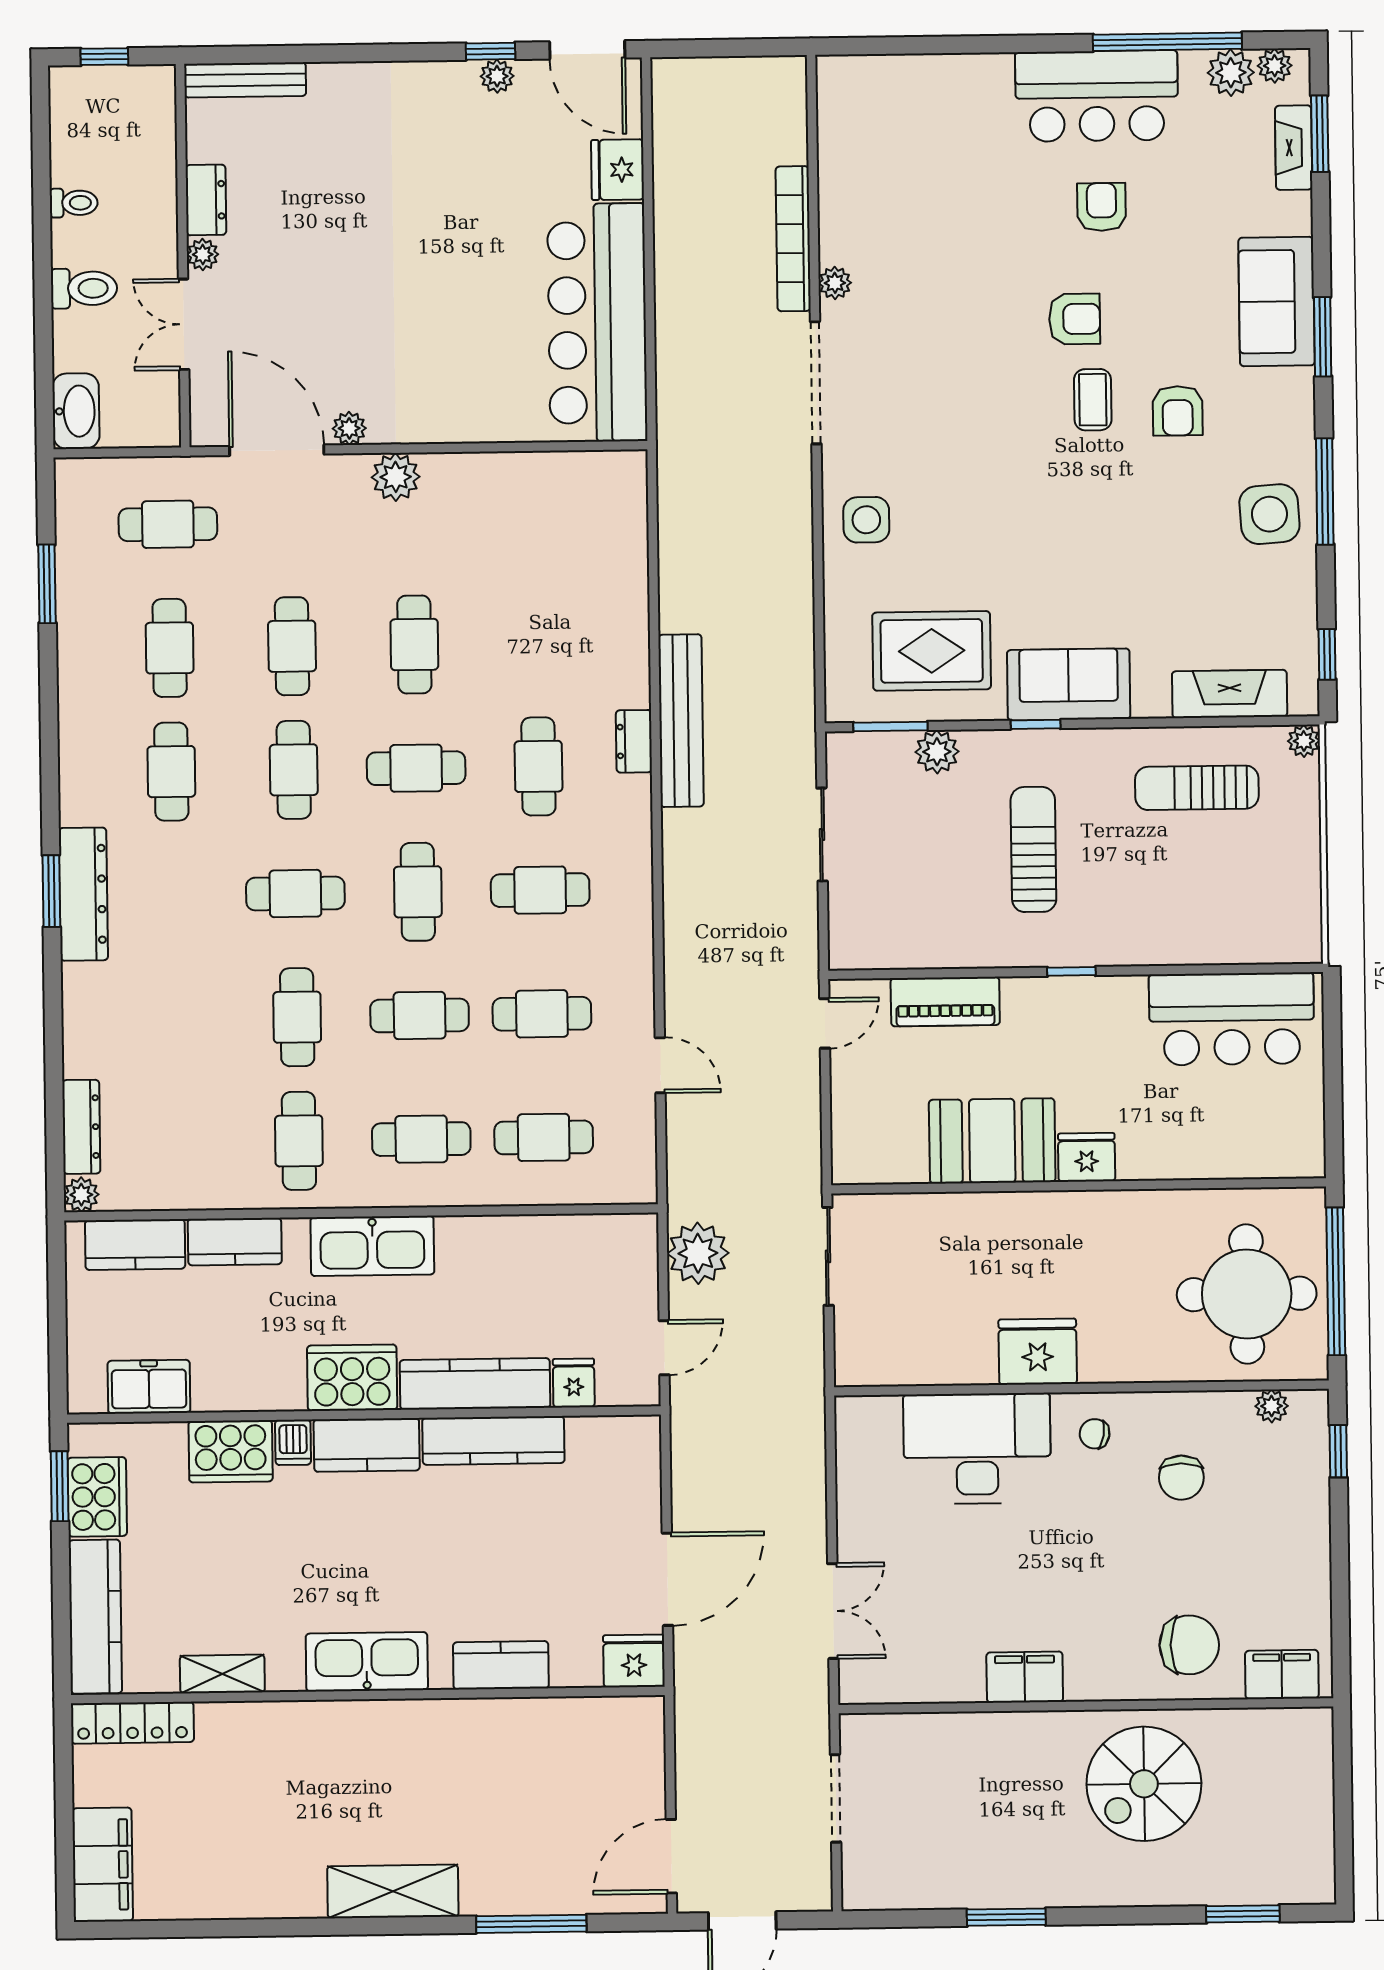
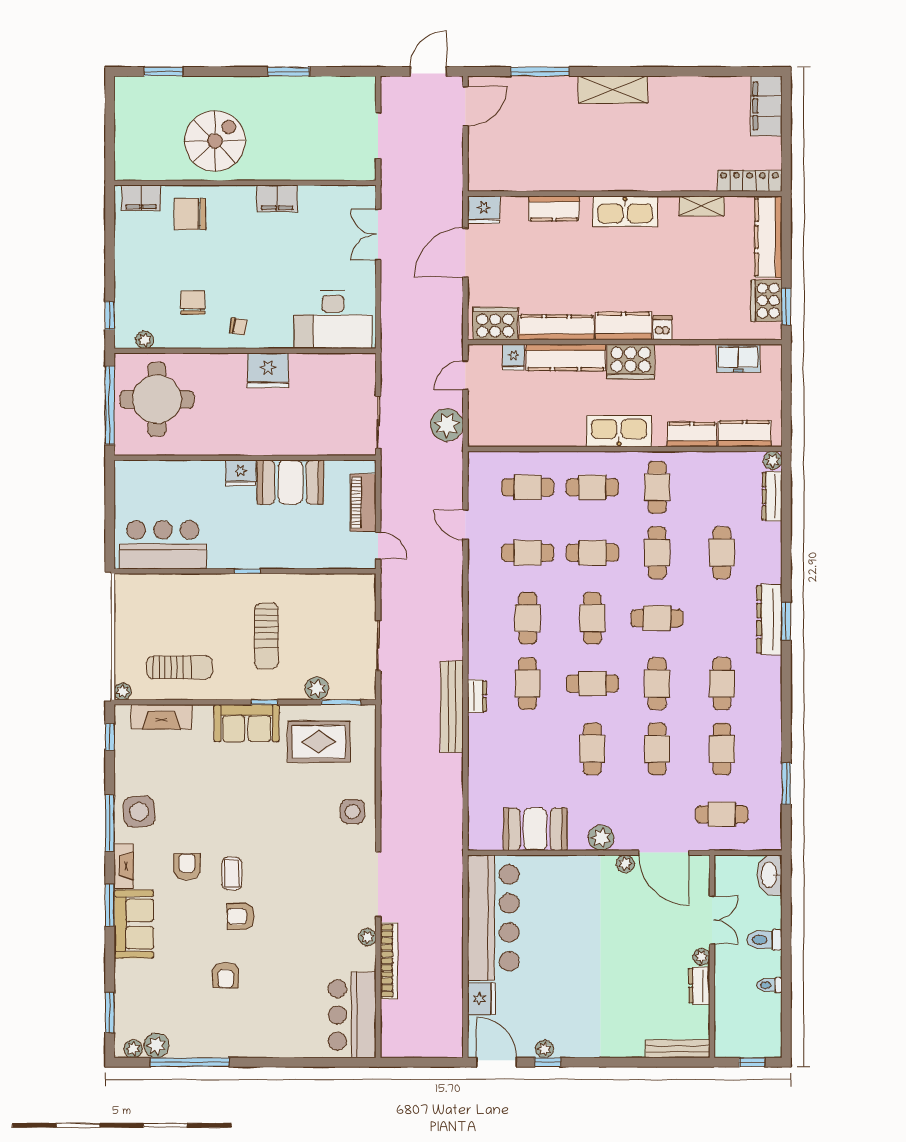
bar counter: (1097, 96) -> (352, 1015), moved, turned -90
fireplace: (1294, 148) -> (124, 866), moved
booth: (520, 491) -> (535, 829), added
cafe table: (540, 890) -> (528, 618), turned 90
piano: (945, 1002) -> (363, 503), moved, turned -90
cafe table: (175, 1019) -> (722, 553), added
door: (825, 1023) -> (378, 546), swing flipped
desk: (977, 1448) -> (333, 320), moved
cooker: (231, 1451) -> (495, 324), moved

